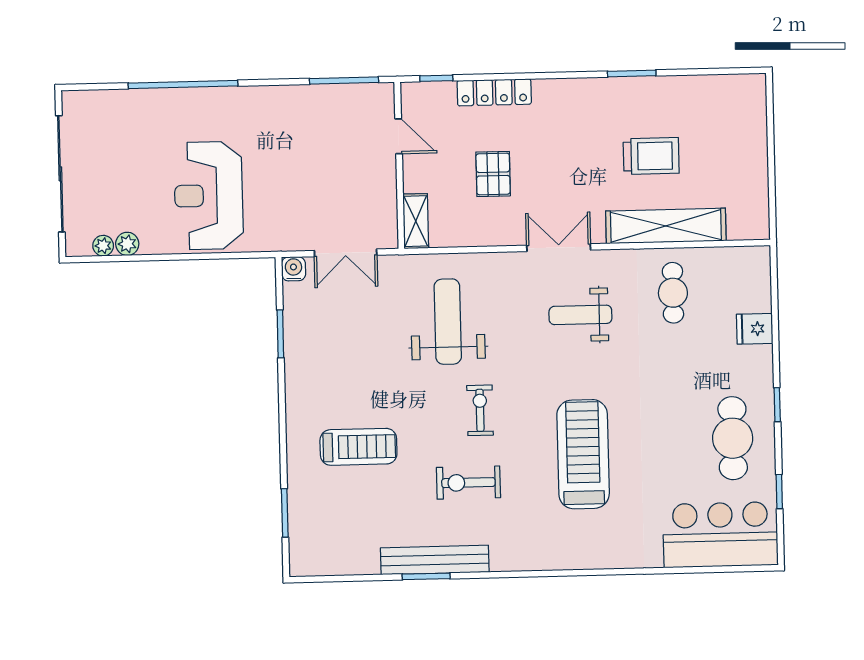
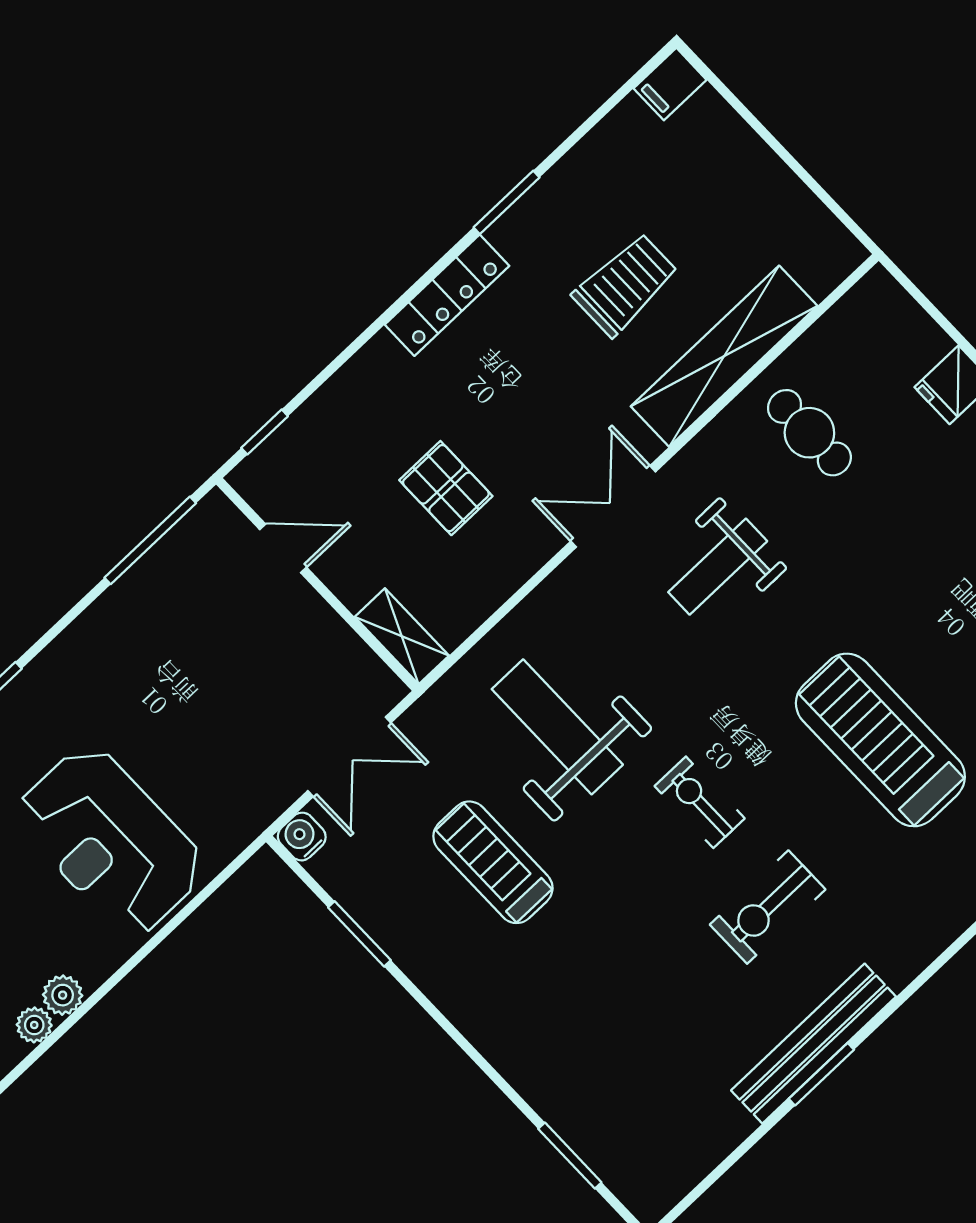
filing cabinet: (749, 86) -> (670, 84), added
locker: (494, 92) -> (447, 295), moved
treadmill: (358, 447) -> (493, 862), moved, turned -90

